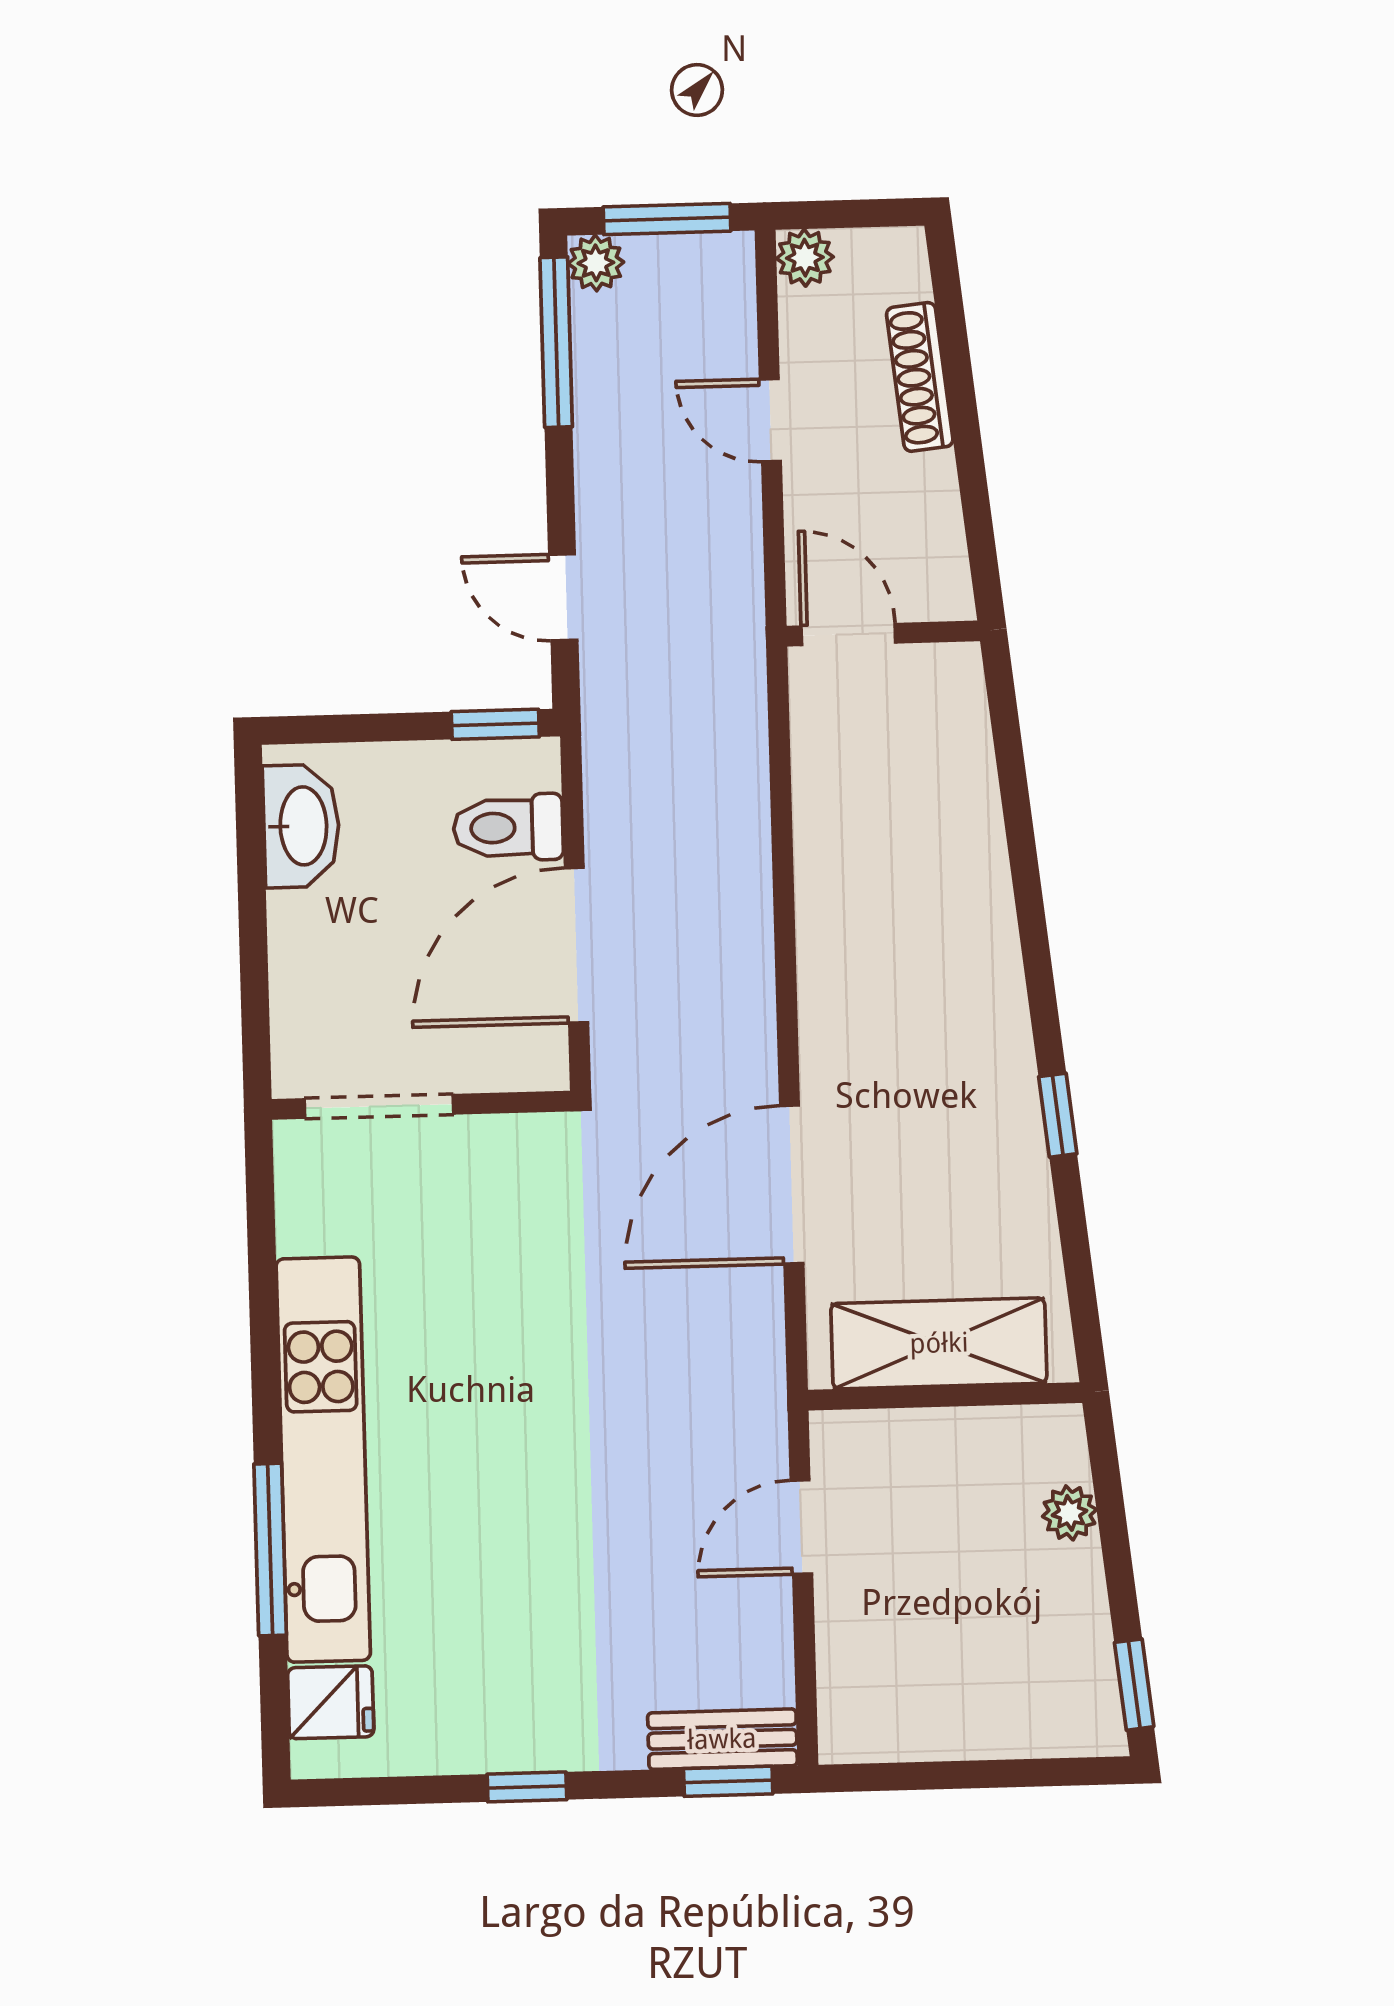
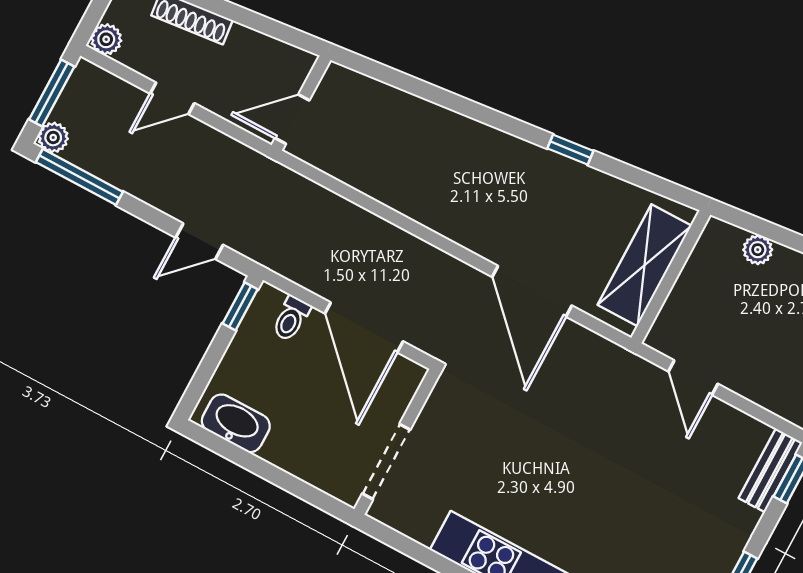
toilet: (508, 828) -> (291, 318), width x0.73, depth x0.72

